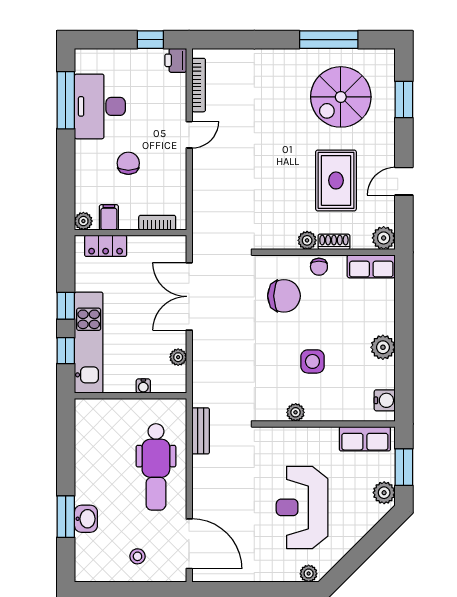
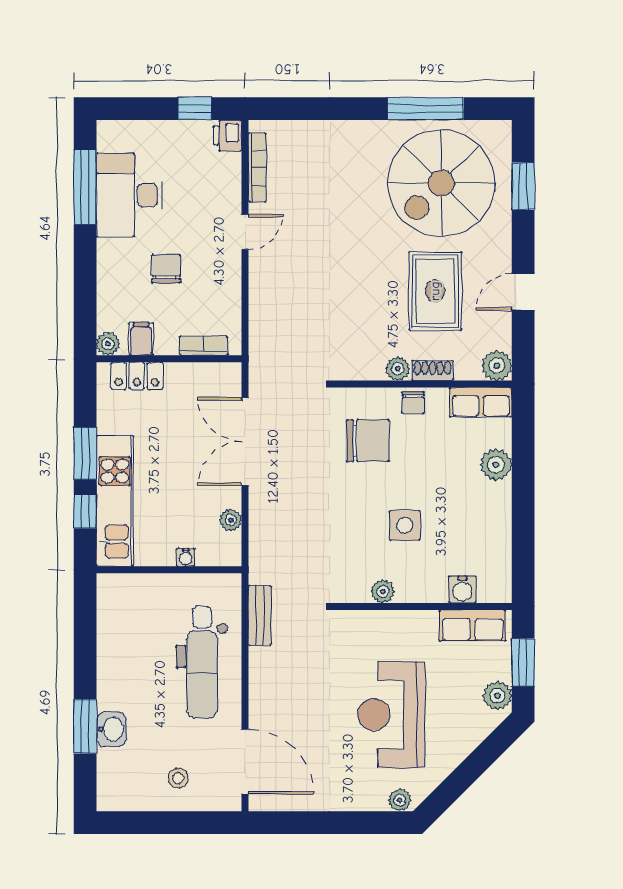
spiral stairs: (341, 97) -> (441, 183), width x1.37, depth x1.37
window: (66, 306) -> (85, 453), width x1.50
plant: (383, 347) -> (496, 465), moved
water cooler: (385, 400) -> (462, 589), moved, turned 90

